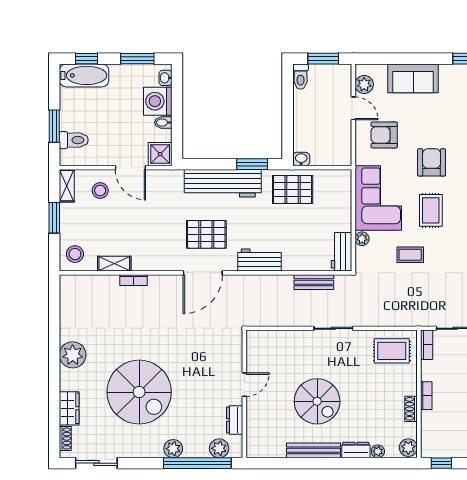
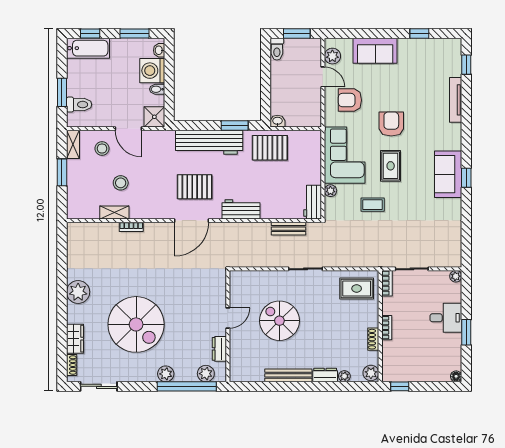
stool: (75, 254) -> (121, 183), moved
spiral stairs: (317, 401) -> (279, 321), moved, turned 180

